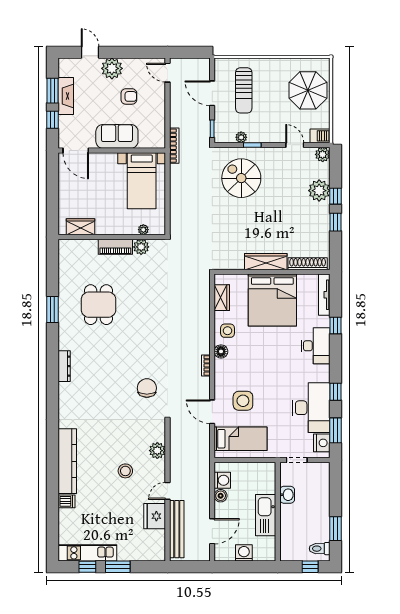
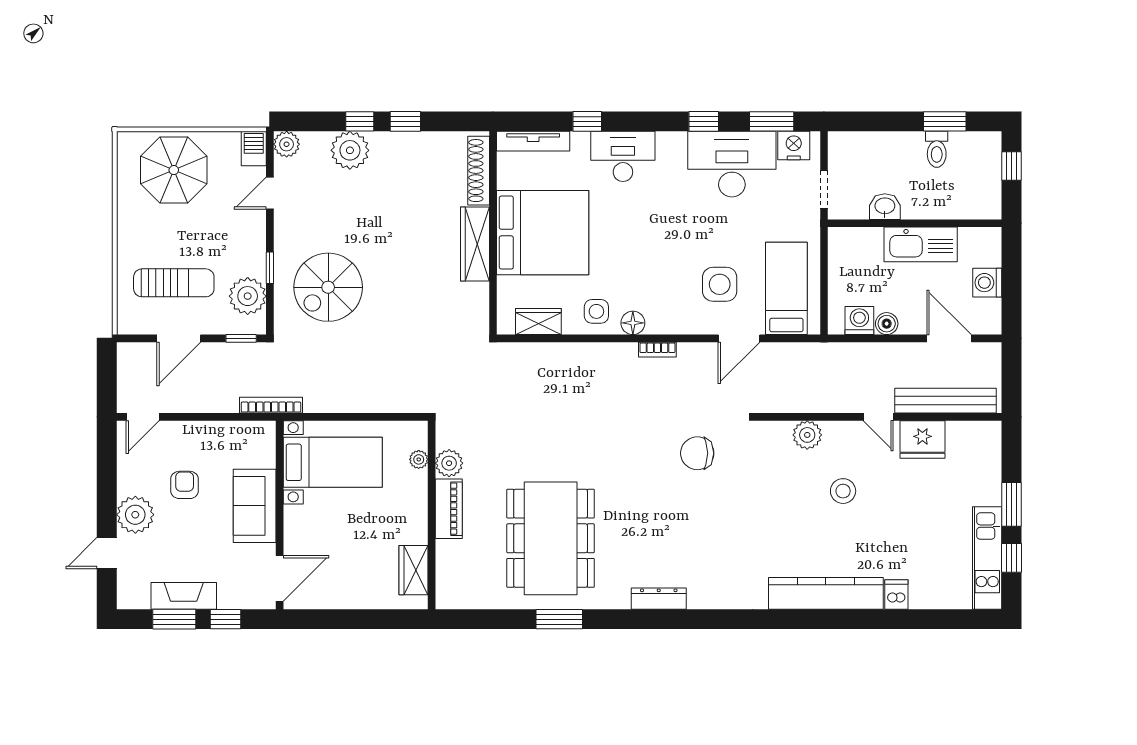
plant: (241, 137) -> (248, 296), width x1.87, depth x1.87
dining table: (99, 305) -> (551, 538), width x1.88, depth x1.24
toilet: (320, 549) -> (937, 149), moved

